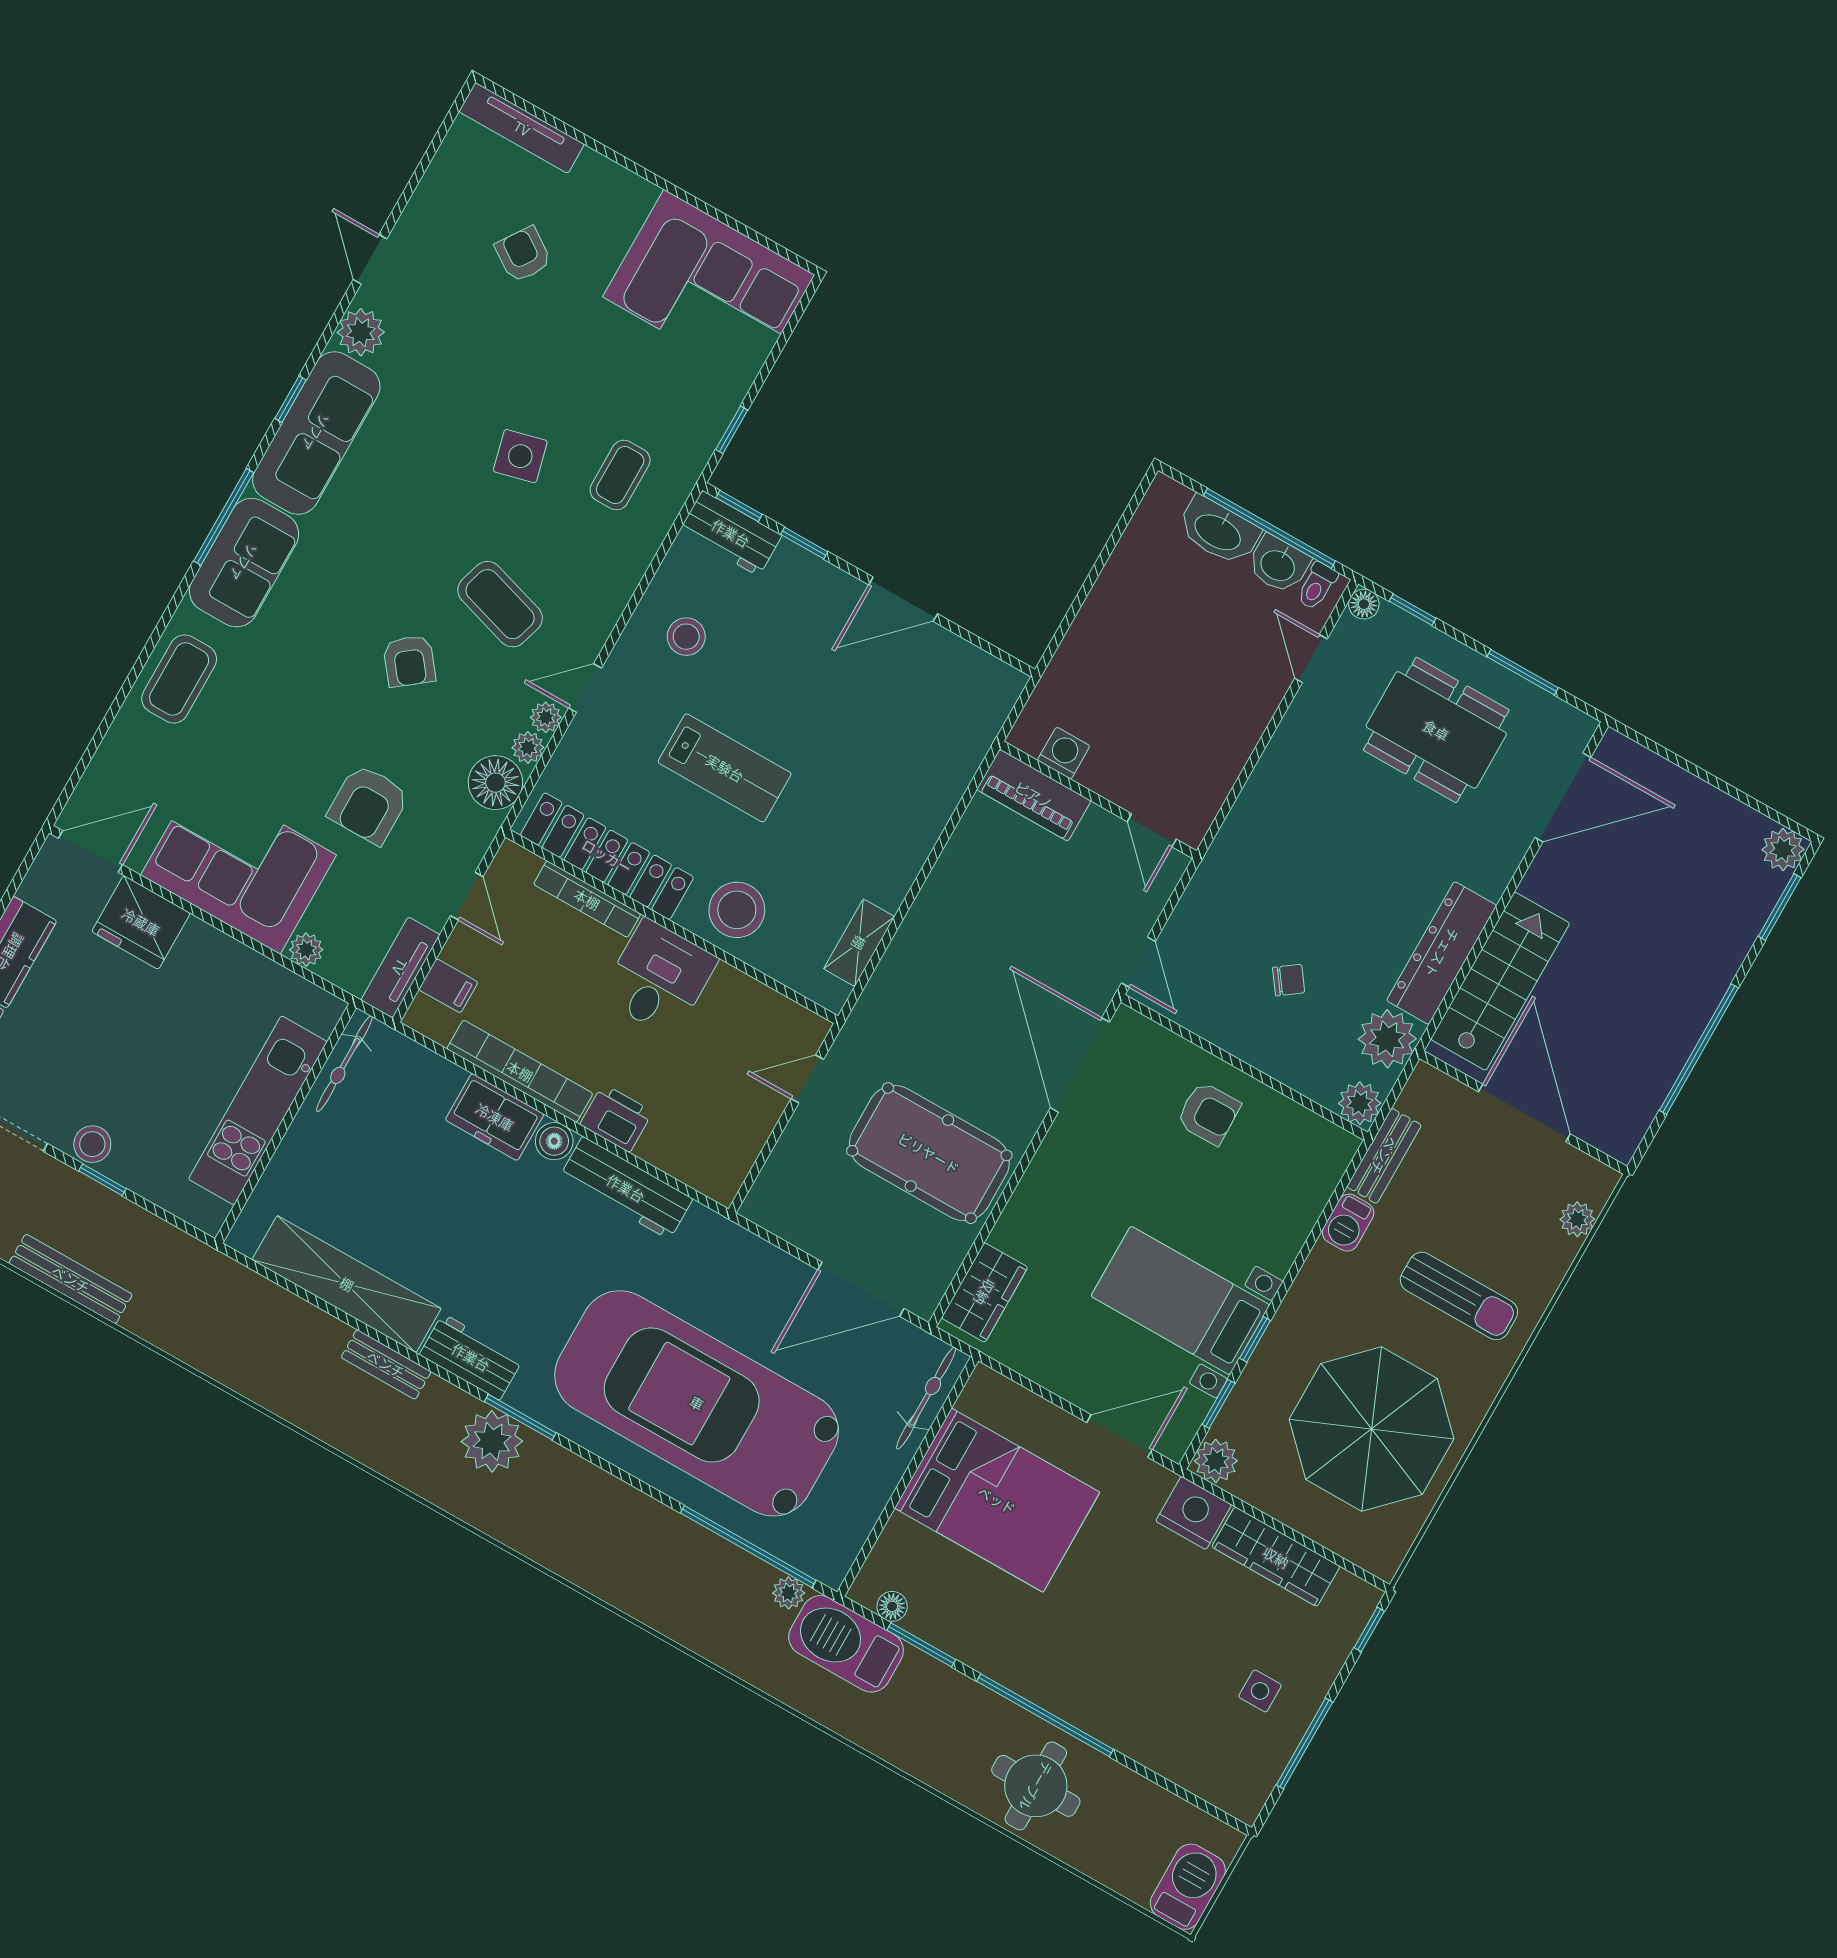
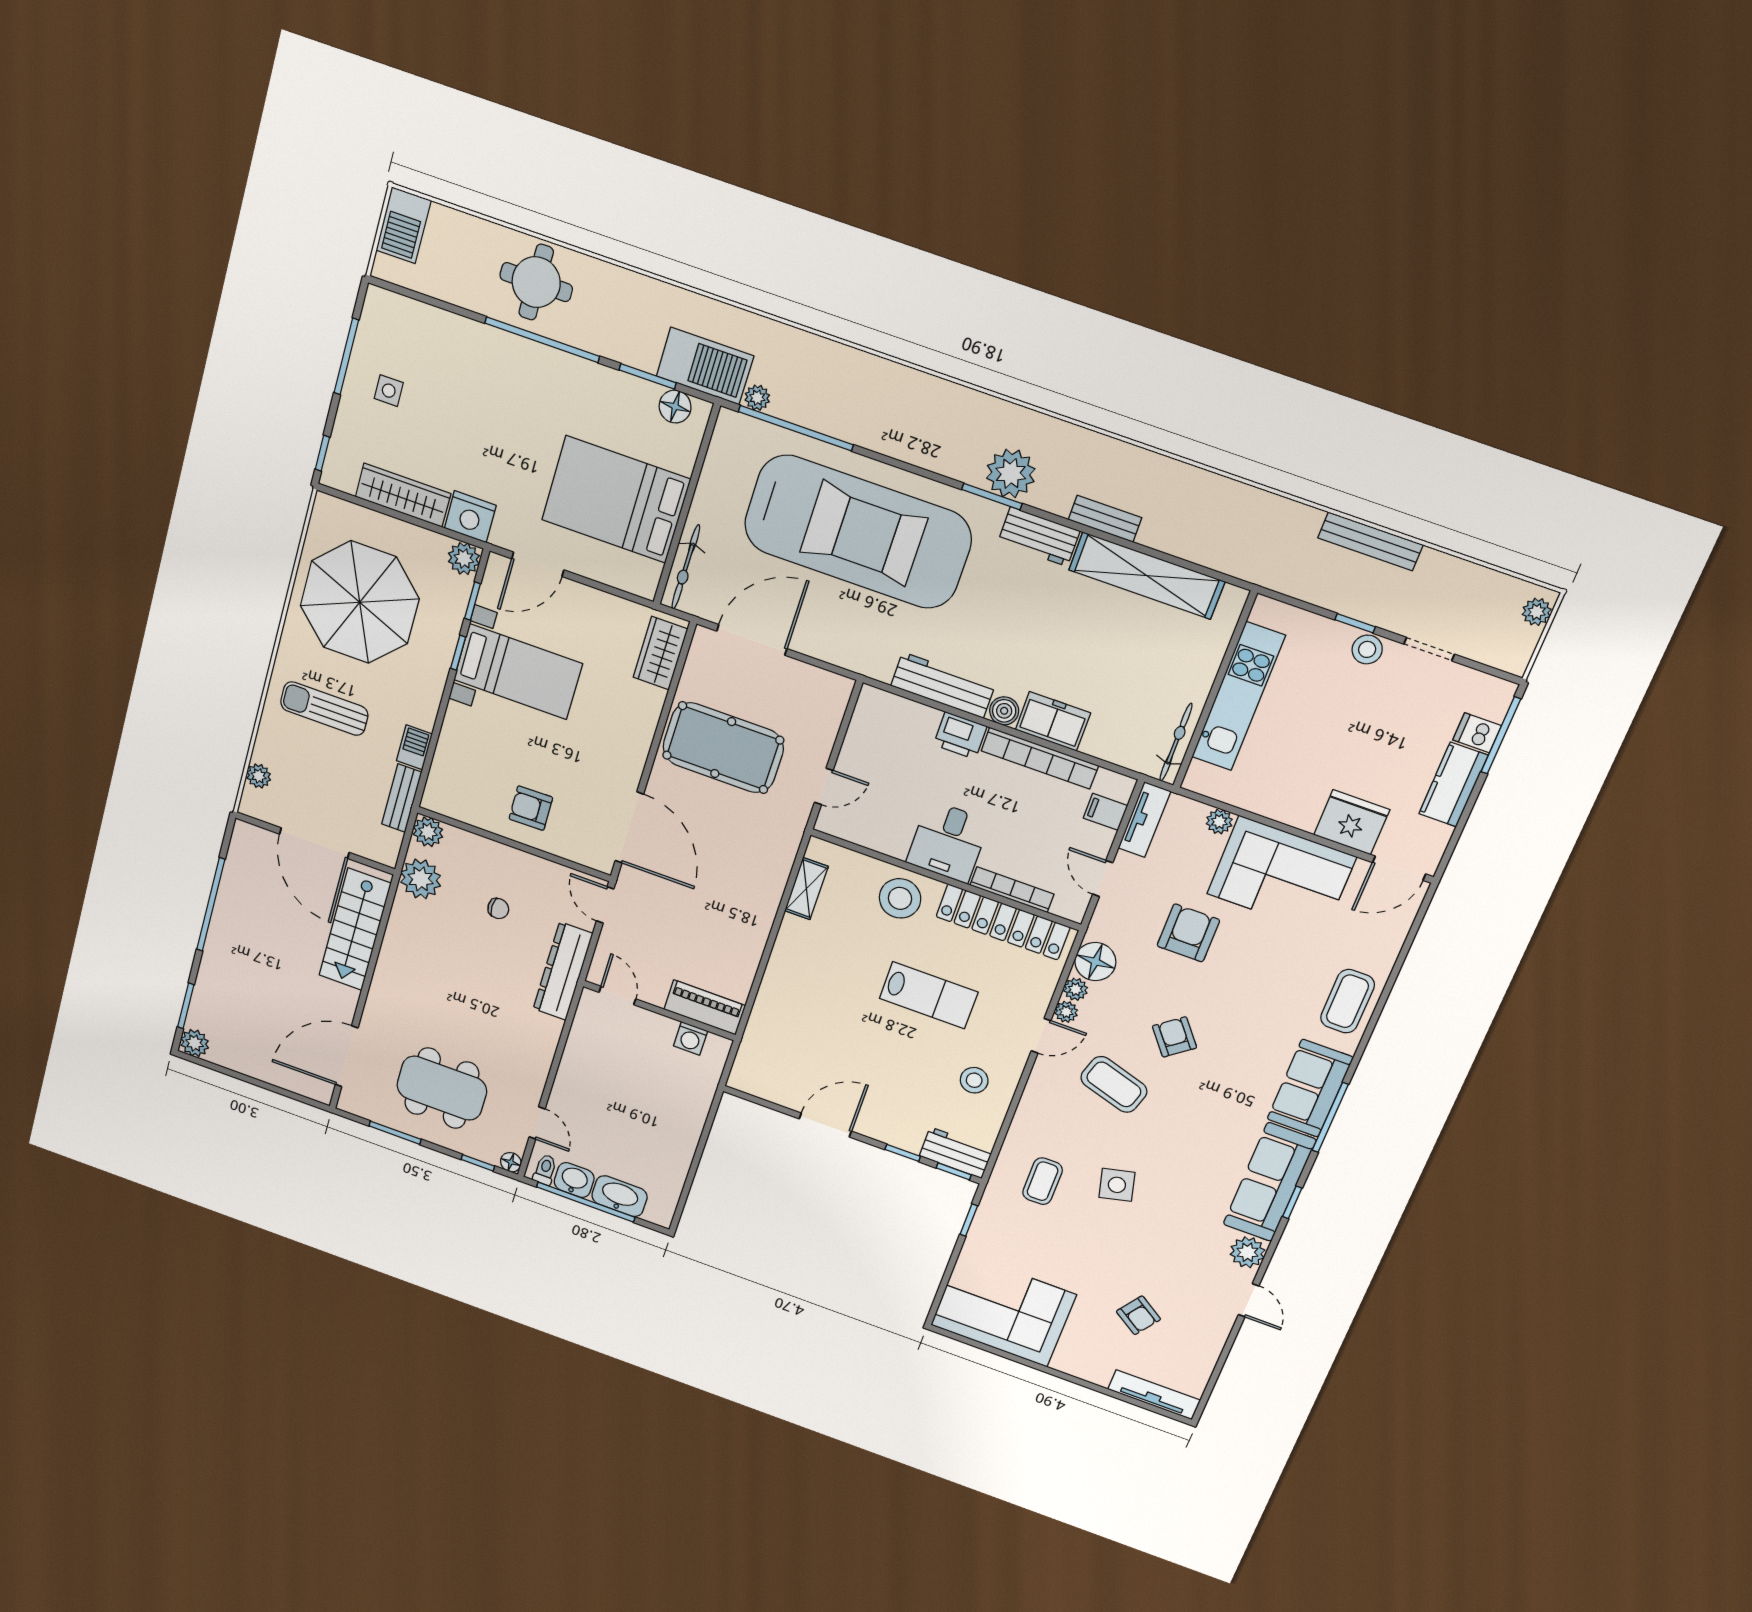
lab bench: (725, 768) -> (929, 995), turned 180
dresser: (1442, 953) -> (563, 971), moved, turned 180
chair: (1289, 980) -> (498, 909), turned -144
floor lamp: (892, 1606) -> (675, 407), width x1.37, depth x1.37

